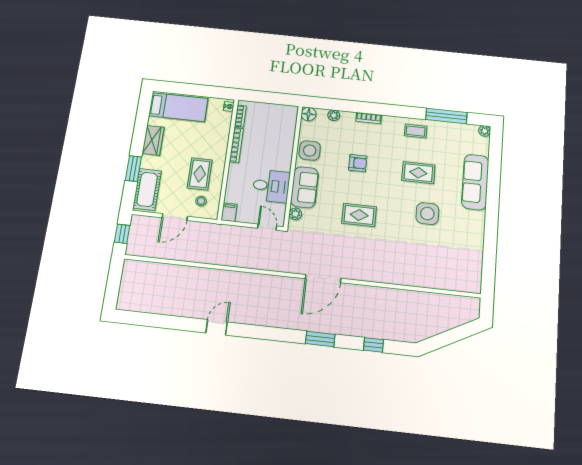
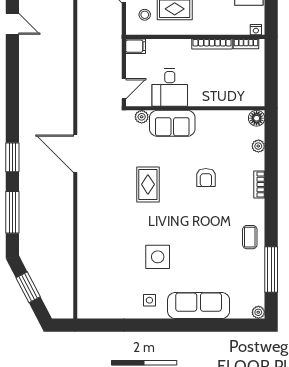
side table: (310, 151) -> (149, 300), moved, width x0.54, depth x0.54
rug: (418, 173) -> (202, 244), removed
door: (217, 327) -> (12, 24), moved
window: (448, 338) -> (28, 287), added
window: (374, 345) -> (12, 212), width x2.17

